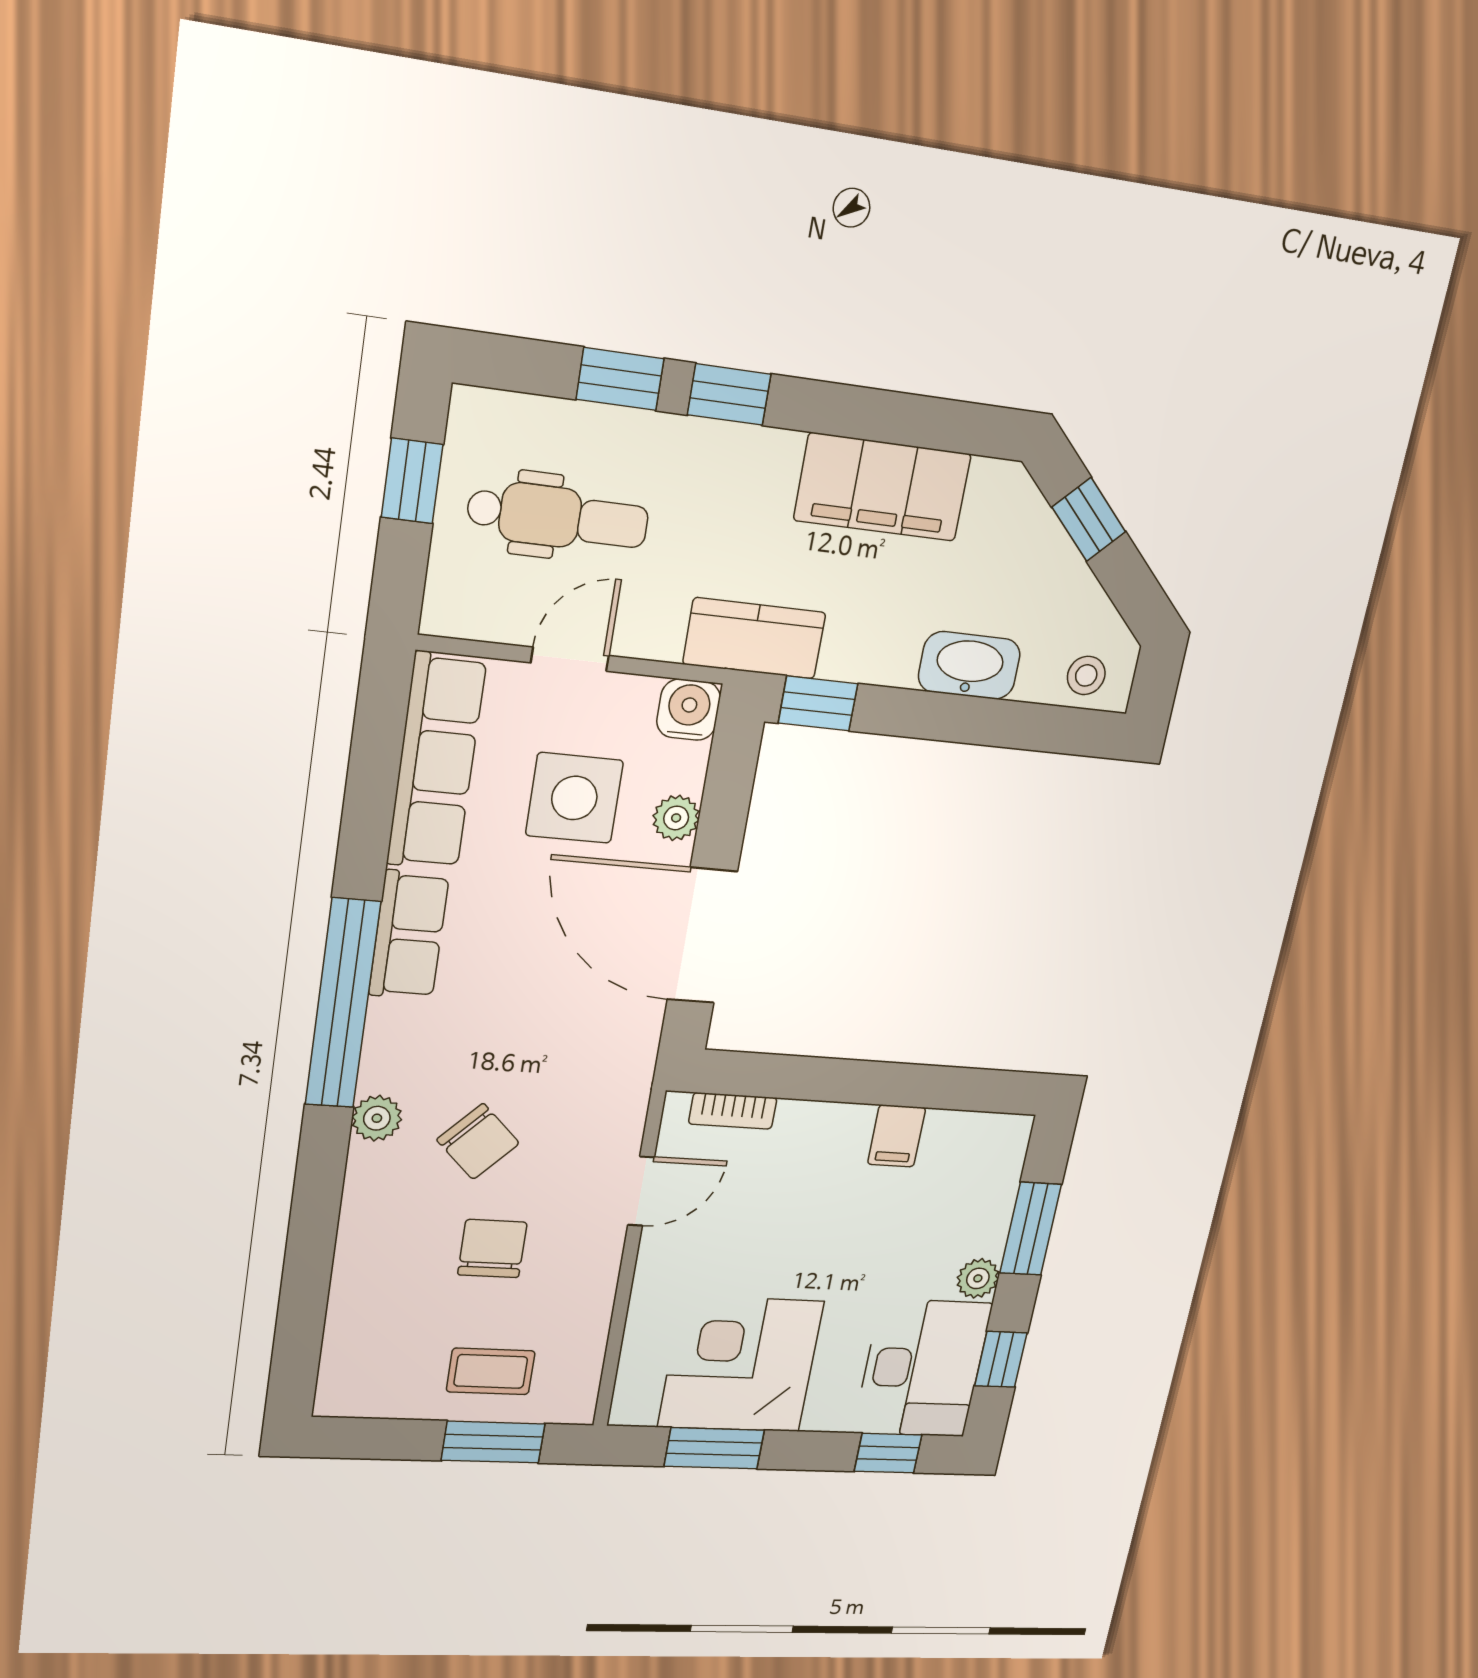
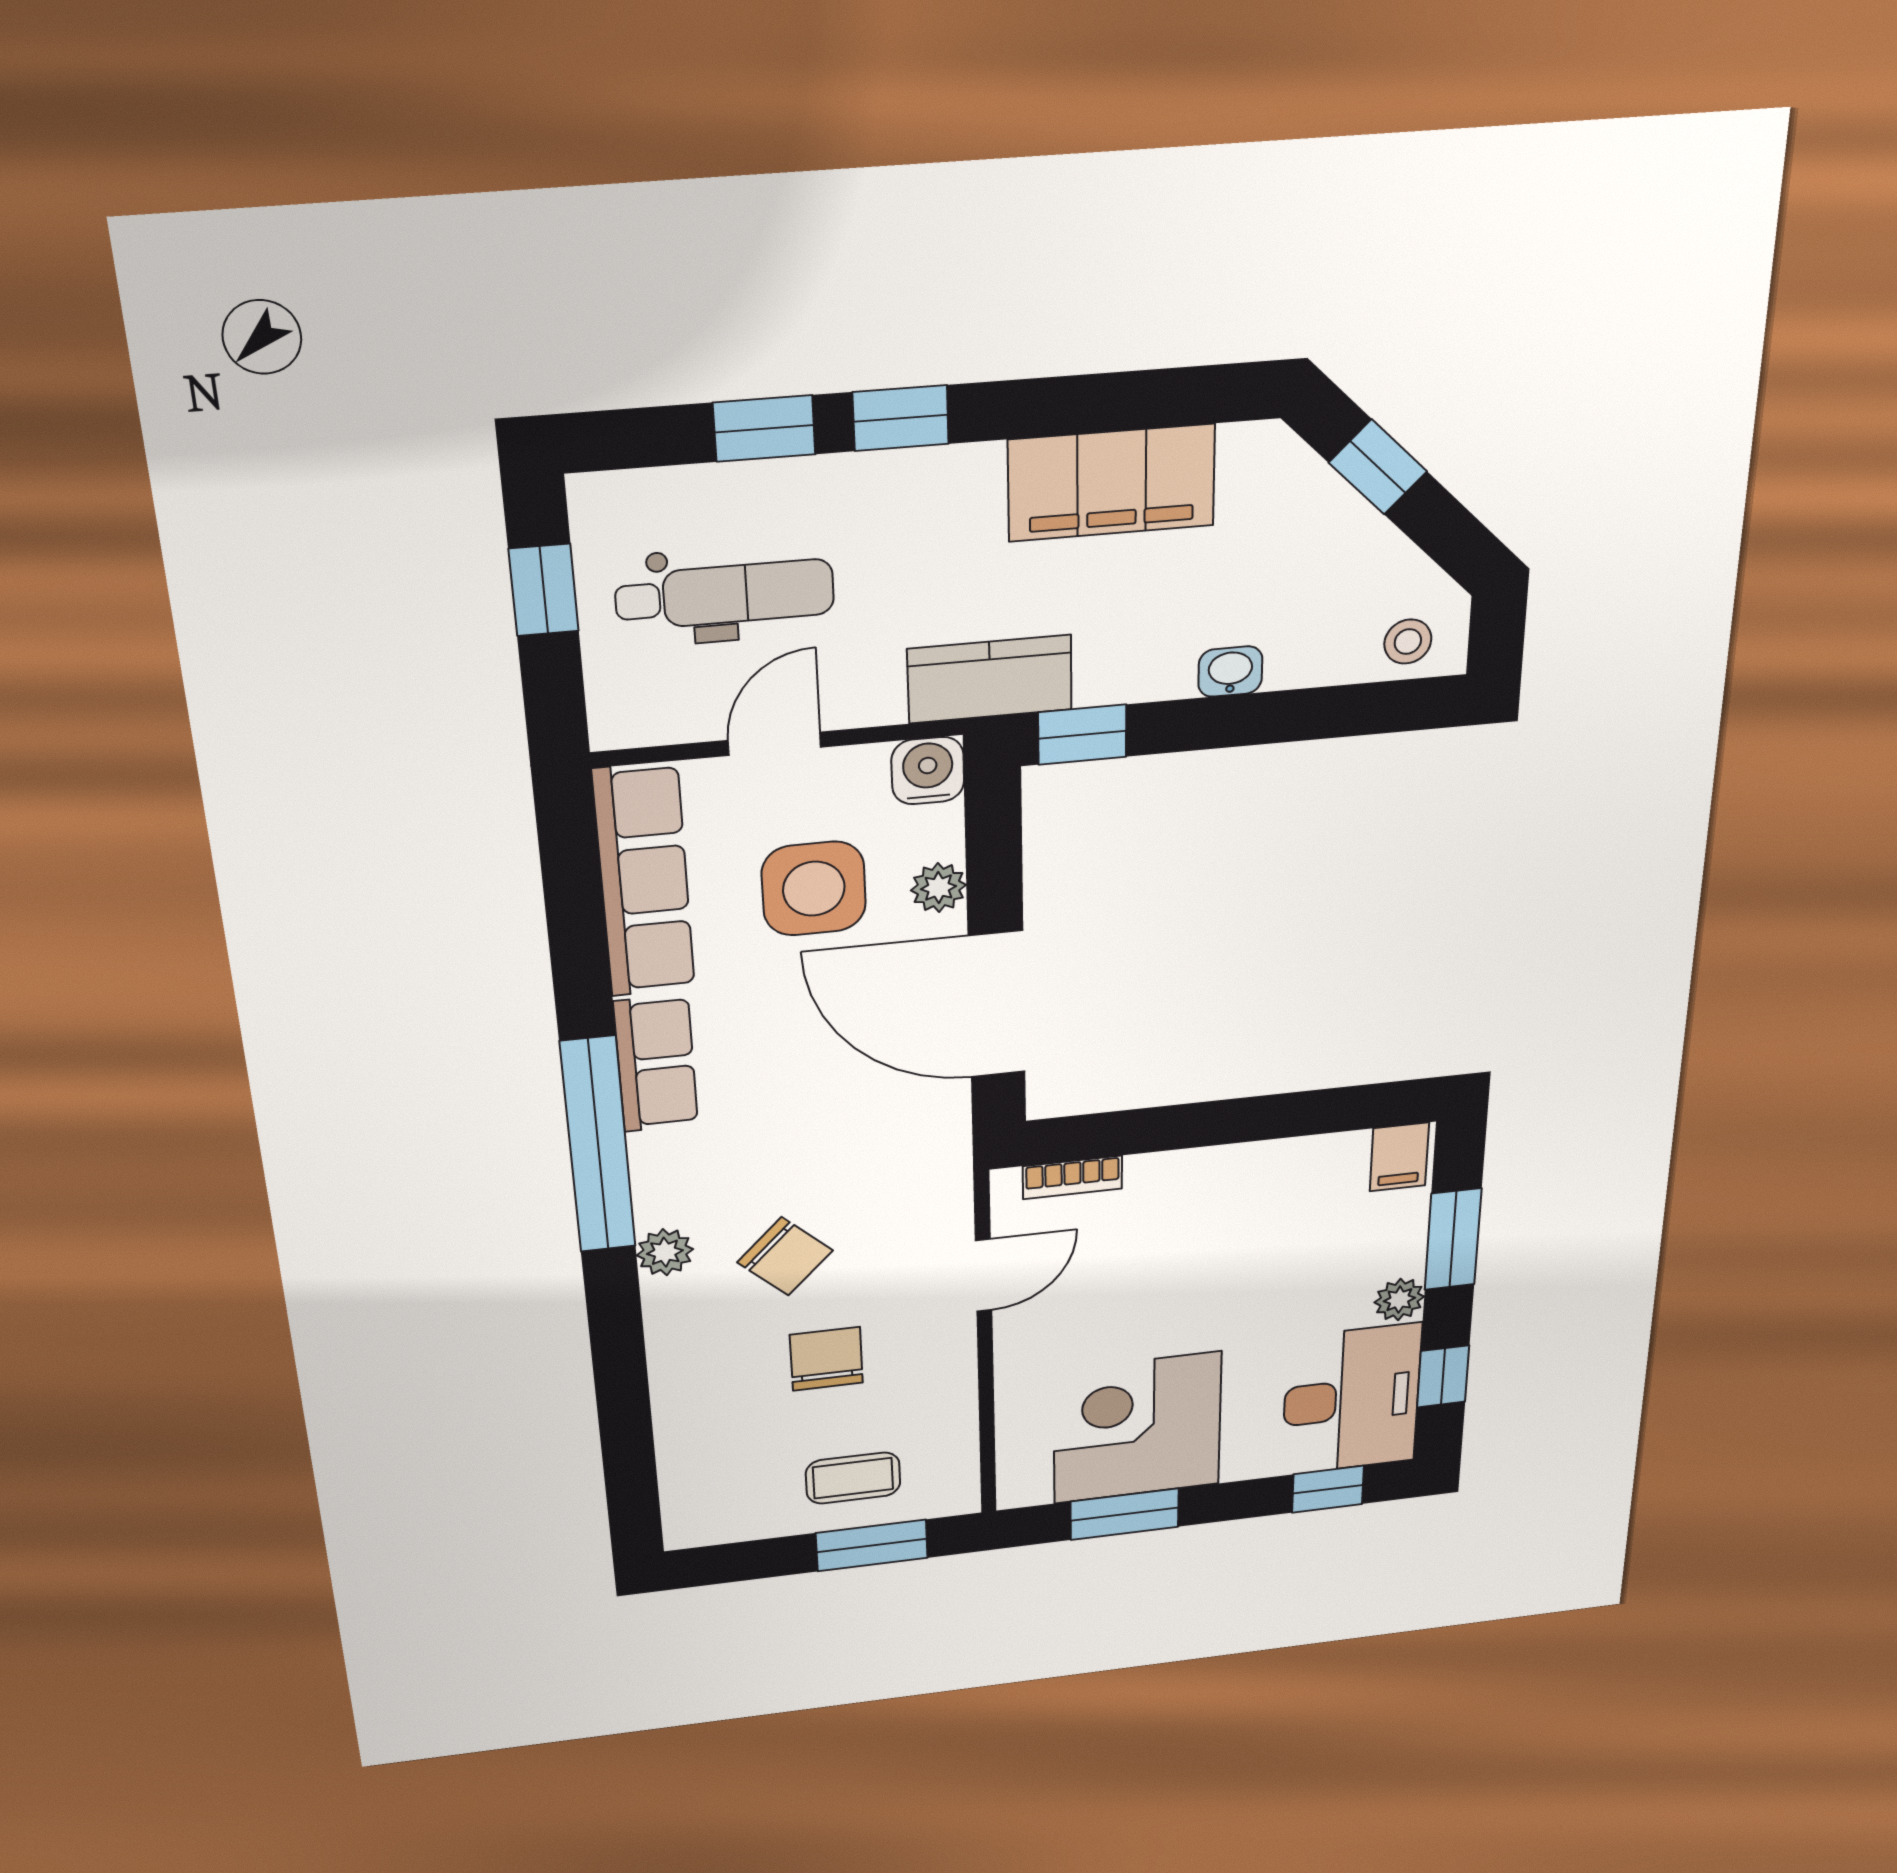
washbasin: (969, 665) -> (1230, 672), width x0.52, depth x0.69
filing cabinet: (897, 1136) -> (1399, 1157), moved

